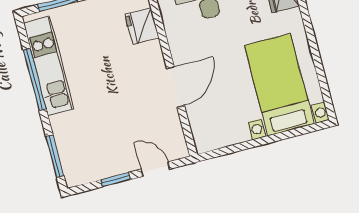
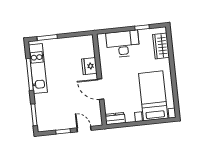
fridge: (142, 26) -> (89, 66), moved
door: (176, 87) -> (101, 89), swing flipped
dresser: (212, 140) -> (115, 119), added

